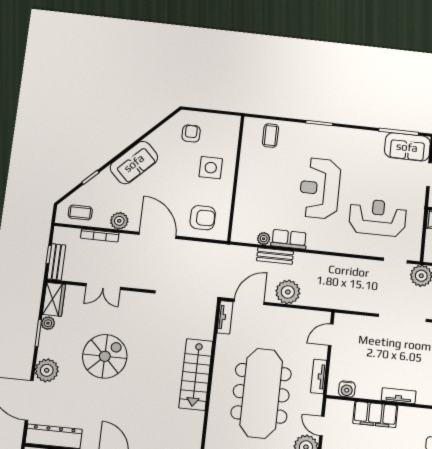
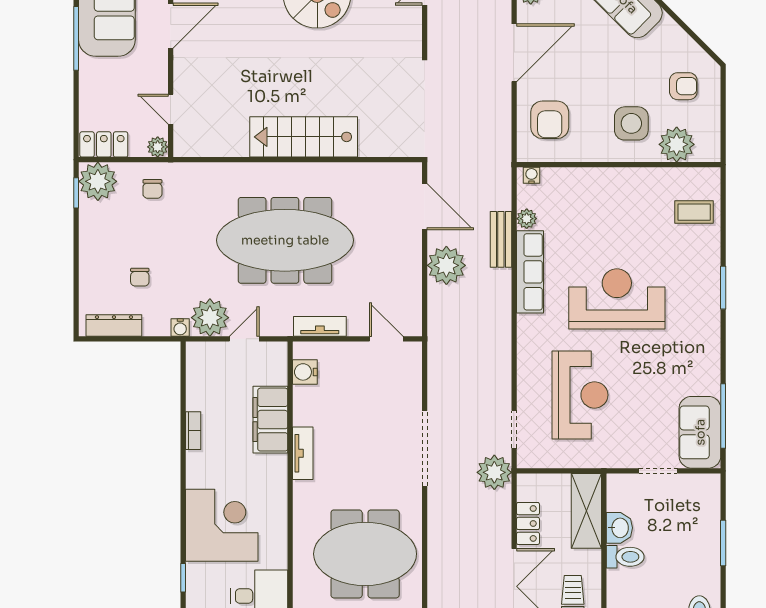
plant: (227, 142) -> (677, 144), added
water cooler: (236, 233) -> (531, 175), added
row of seats: (289, 239) -> (530, 272), width x1.48
tv unit: (225, 317) -> (396, 172), removed

